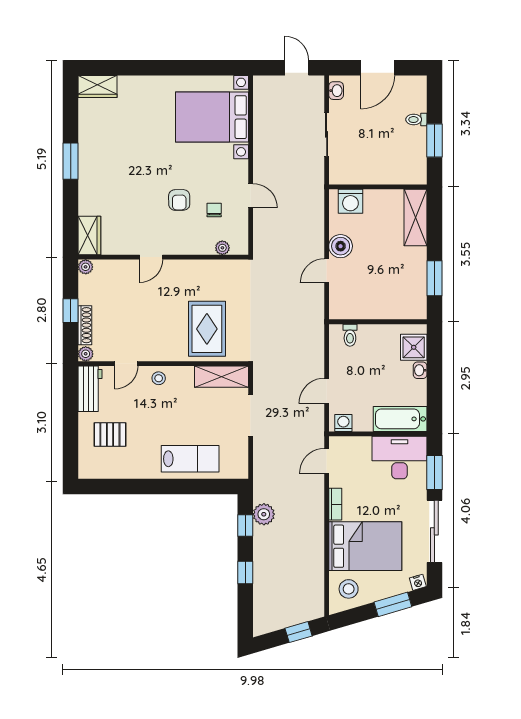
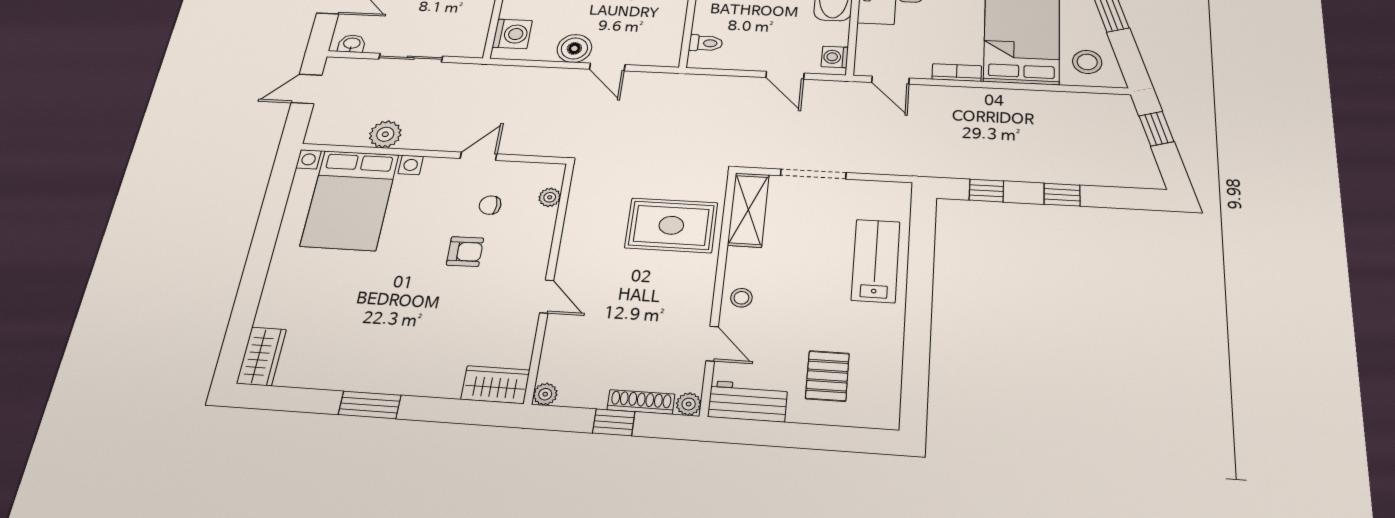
plant: (264, 514) -> (385, 134), moved

